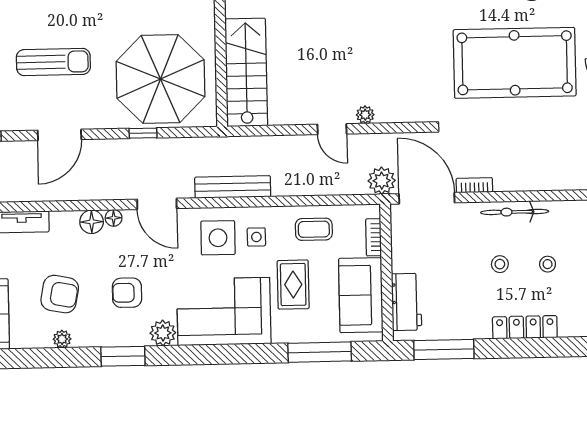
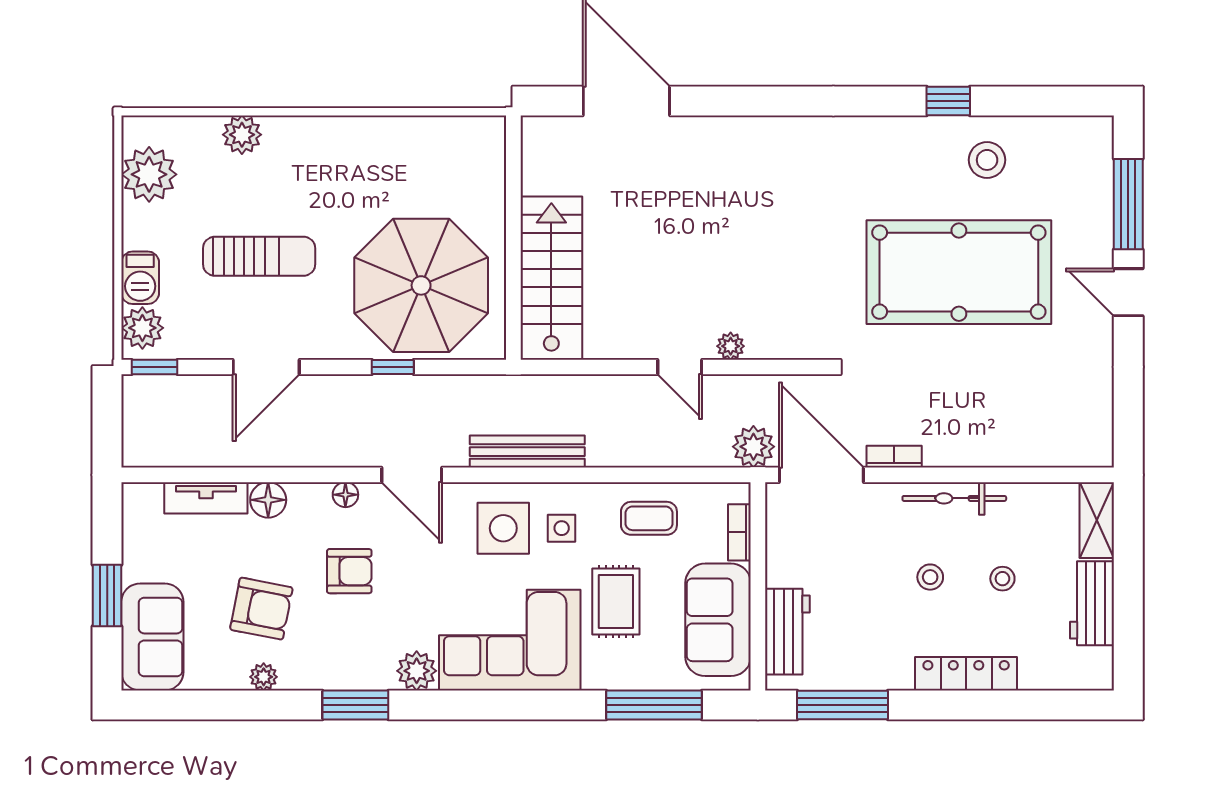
floor lamp: (92, 222) -> (268, 500), moved
armchair: (127, 293) -> (349, 571), moved, turned 180

